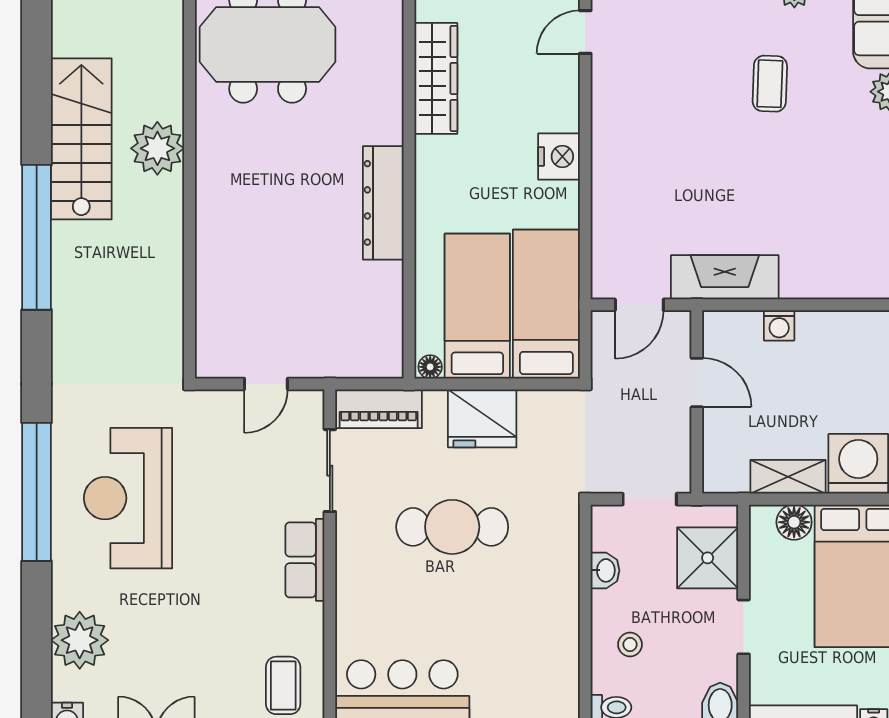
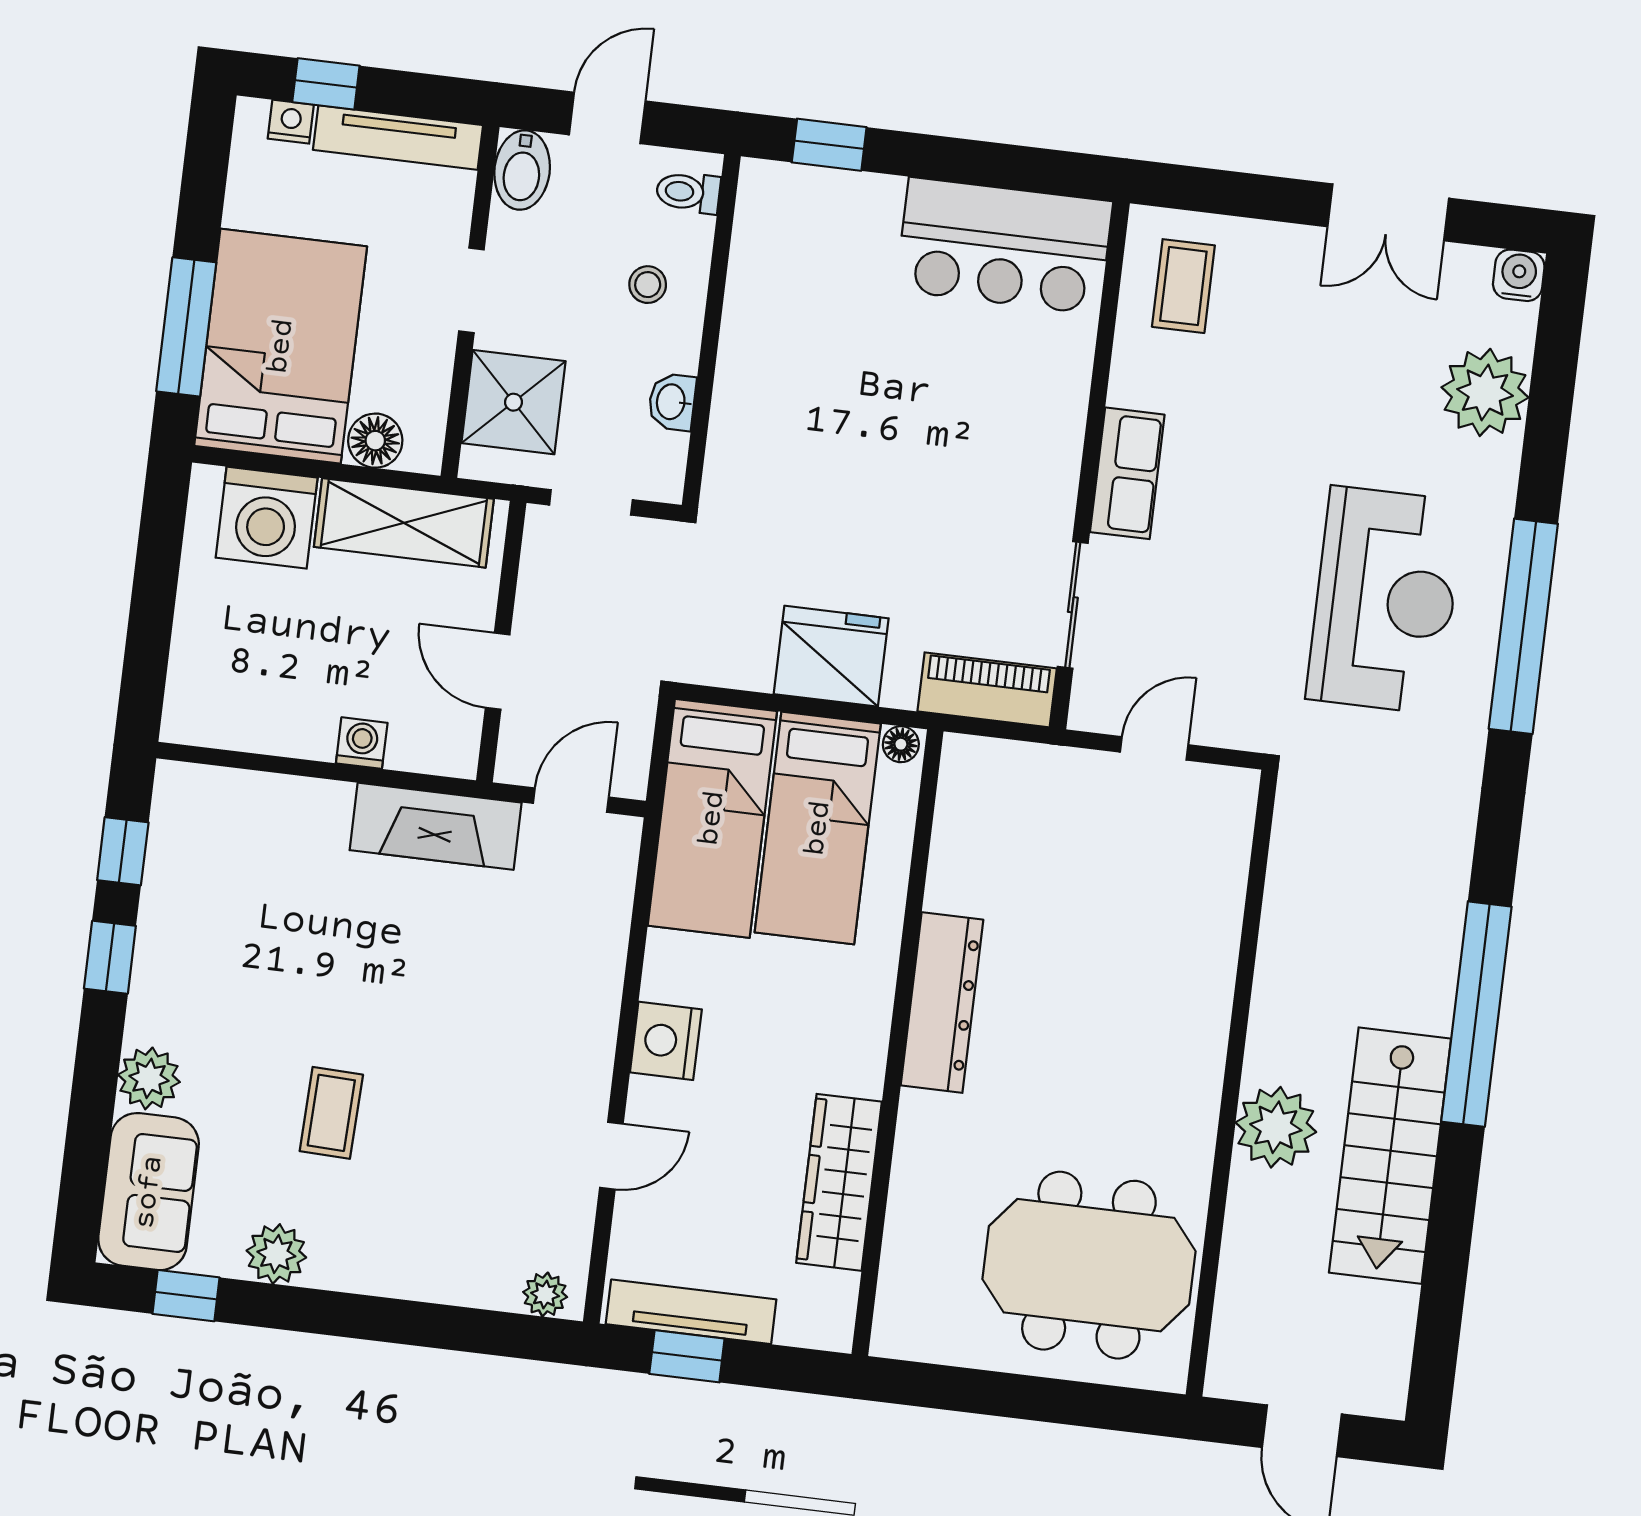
door: (585, 32) -> (611, 1156), moved
shelving: (788, 477) -> (404, 523), width x1.50, depth x1.33
cafe table: (452, 527) -> (897, 496), removed

